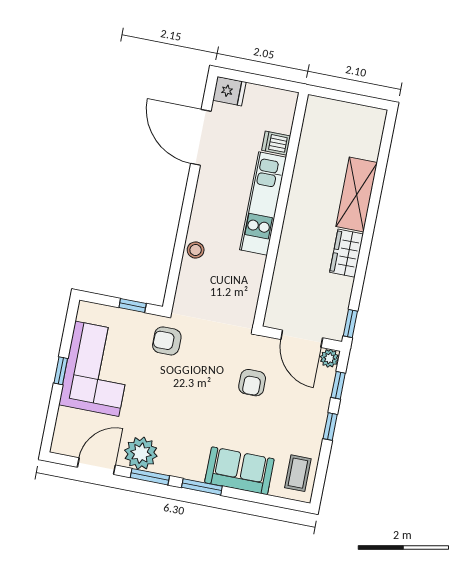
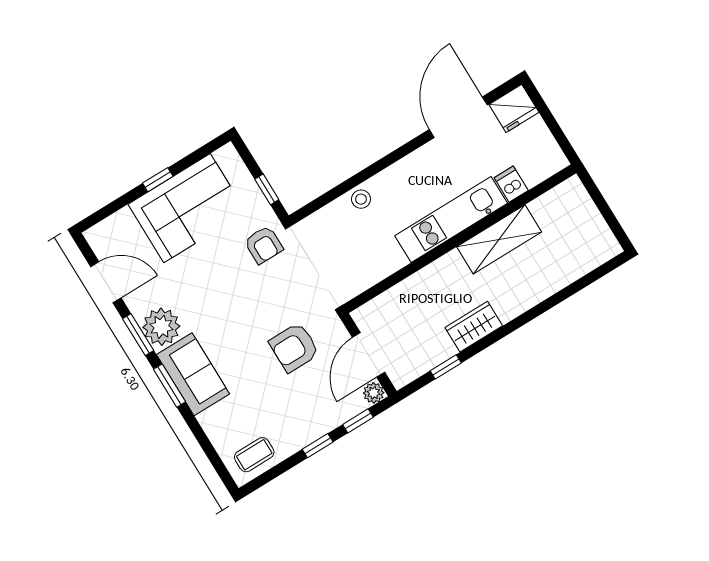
fridge: (229, 91) -> (514, 108), width x1.38
shelving: (357, 195) -> (499, 239), moved
window: (350, 324) -> (446, 367), moved
armchair: (167, 341) -> (264, 245), turned 180
armchair: (252, 383) -> (294, 347), width x1.38, depth x1.38
plant: (141, 453) -> (161, 327), moved
sofa: (239, 471) -> (193, 374), moved

